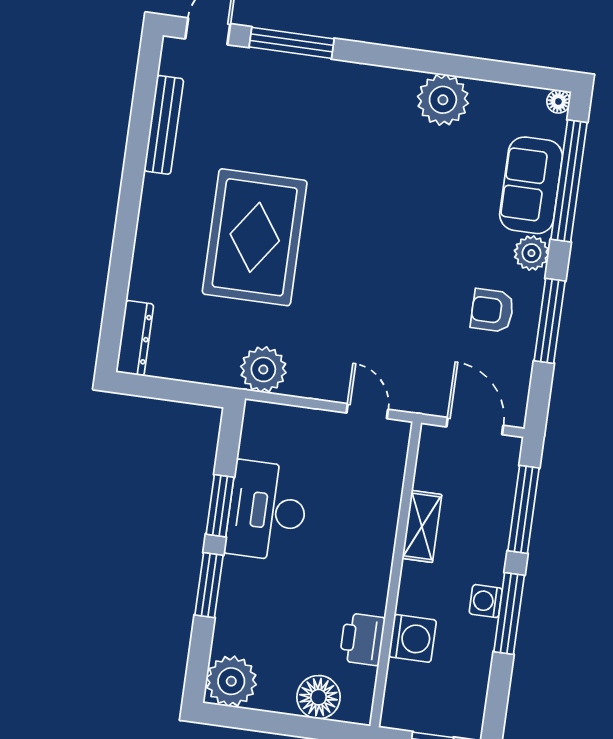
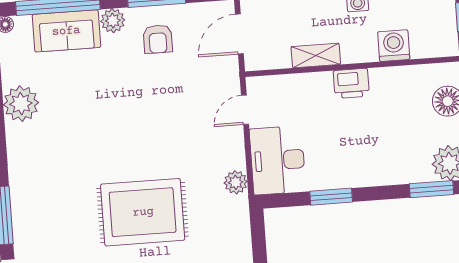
plant: (263, 369) -> (236, 182), width x0.73, depth x0.73
desk: (267, 511) -> (278, 160), moved, turned 90
window: (209, 585) -> (432, 189), moved
printer: (362, 639) -> (351, 83), moved

